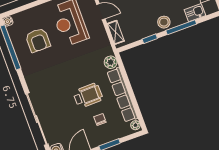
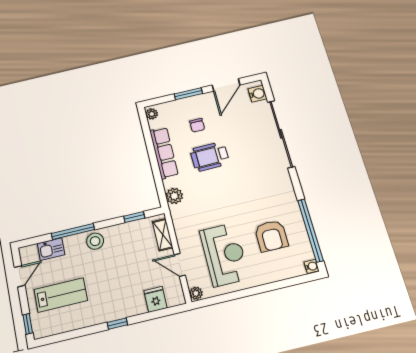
window: (150, 39) -> (134, 217), moved
armchair: (38, 40) -> (271, 236), turned 180
row of seats: (122, 95) -> (164, 153), width x0.73

